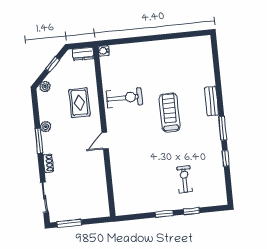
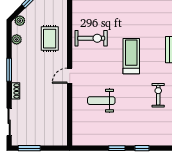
plant: (46, 127) -> (17, 39), moved
weight bench: (142, 164) -> (101, 101), added
exercise bike: (185, 179) -> (158, 95), moved

